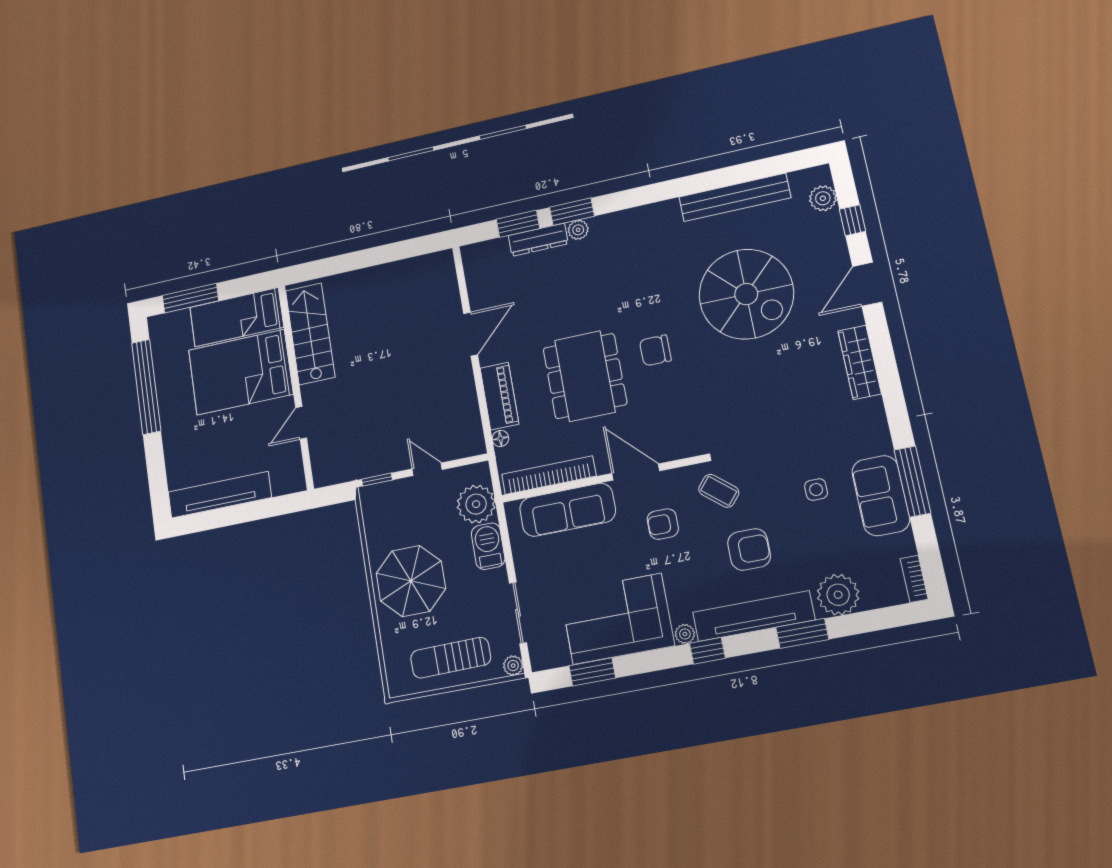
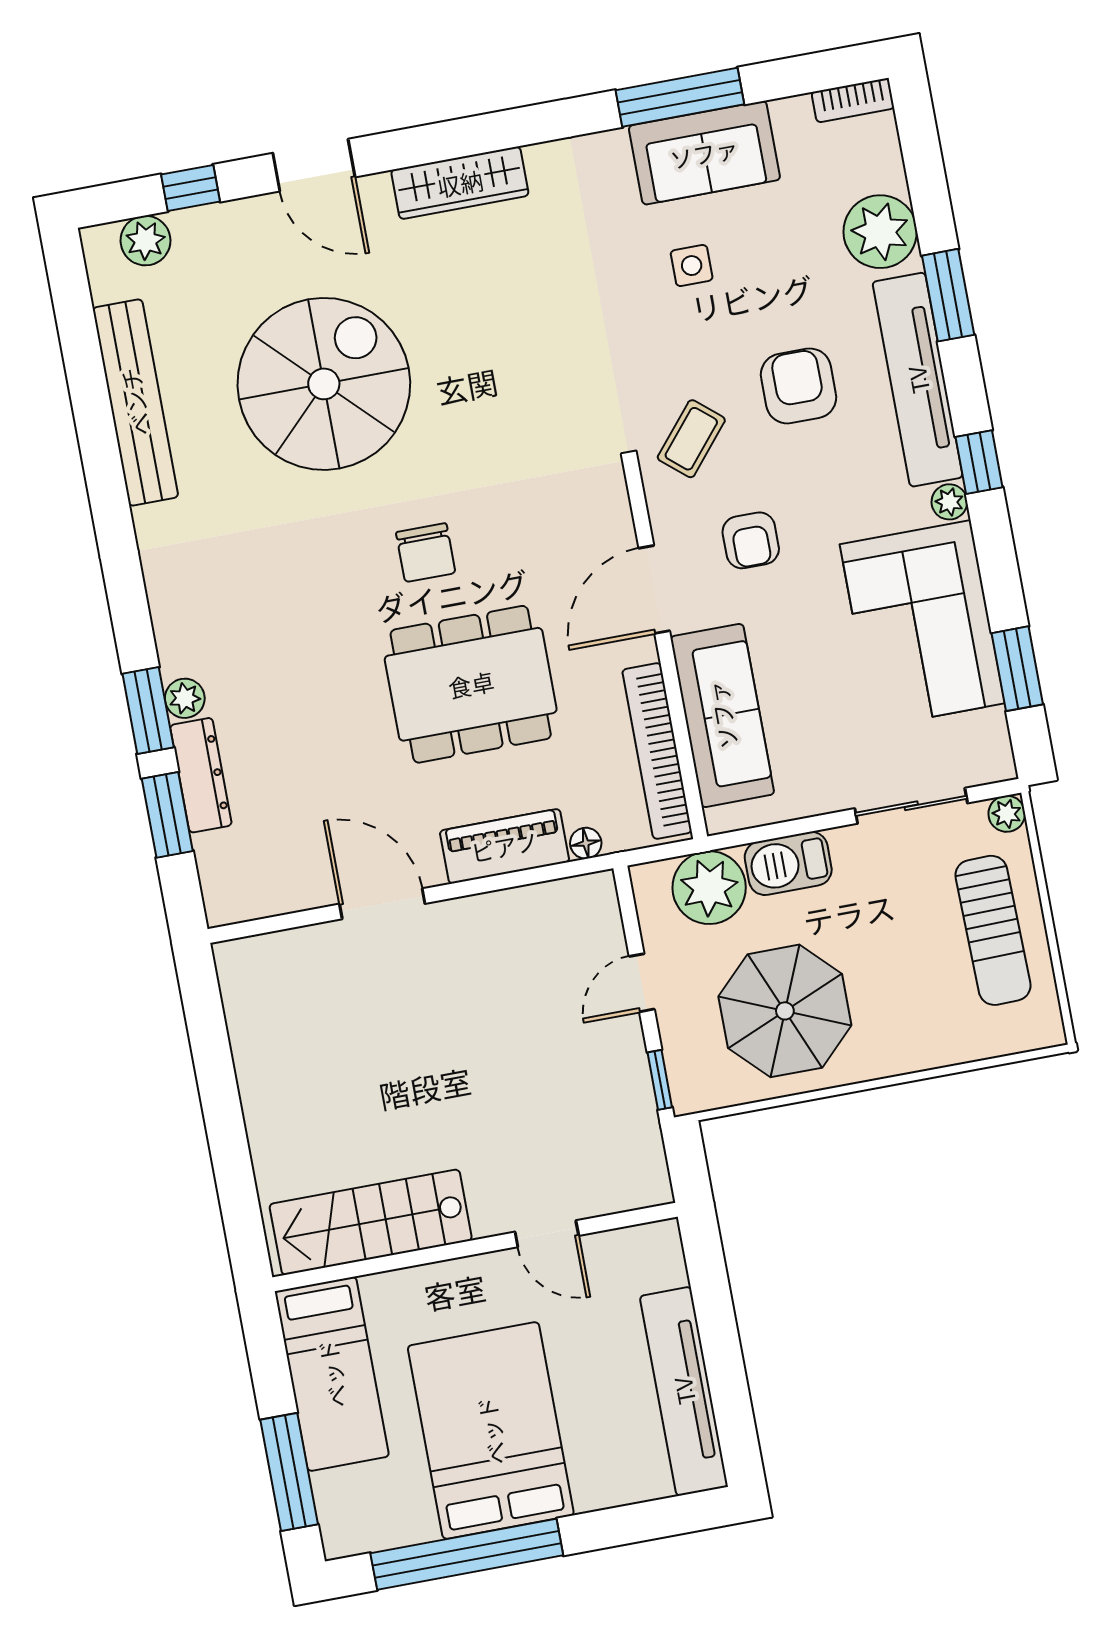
bed: (241, 372) -> (491, 1431), moved, turned 180
parasol: (411, 581) -> (785, 1011), moved

